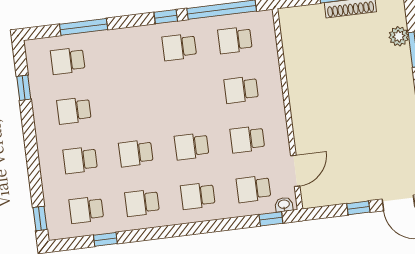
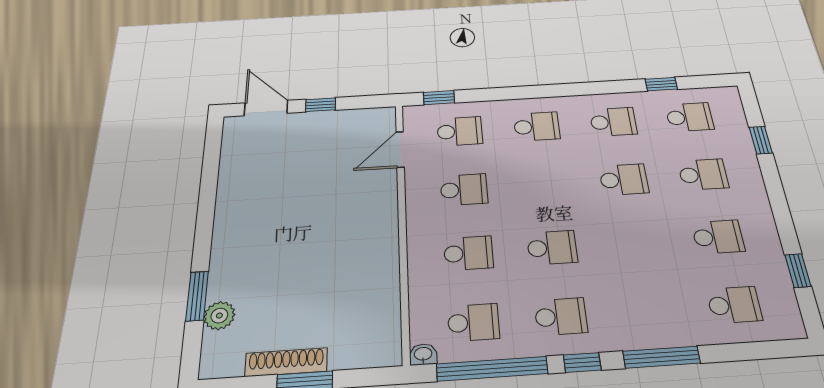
window: (84, 27) -> (661, 357), moved
school desk: (192, 146) -> (552, 248), moved
washbasin: (284, 205) -> (423, 354), moved, turned 180
window: (40, 219) -> (761, 140), moved

